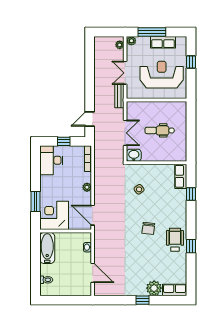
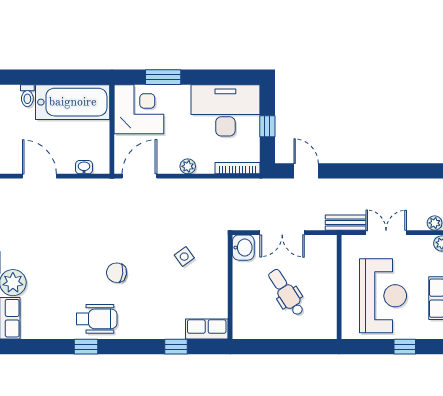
dental chair: (160, 130) -> (286, 292), turned -33
desk: (51, 160) -> (225, 110), width x1.36, depth x1.30
bathtub: (47, 248) -> (73, 102), width x1.36, depth x1.36
door: (93, 273) -> (39, 176), swing flipped

